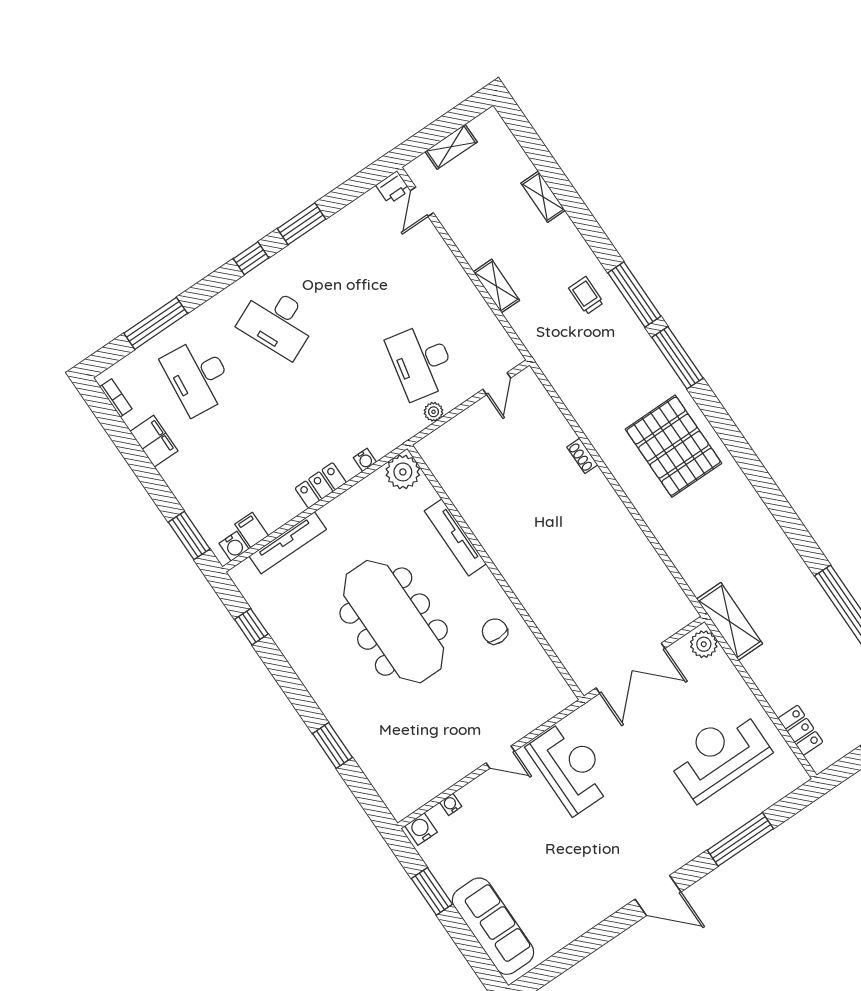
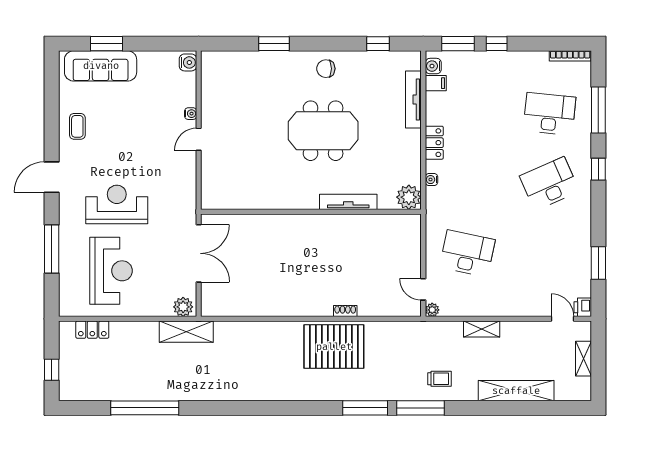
shelving: (543, 197) -> (516, 391), width x2.20, depth x1.33
window: (302, 224) -> (598, 263), moved
window: (251, 258) -> (598, 169), moved
bookcase: (116, 398) -> (570, 56), width x1.56
plant: (434, 412) -> (432, 310), moved
filing cabinet: (154, 441) -> (529, 61), removed
pallet: (673, 446) -> (334, 347), moved
window: (159, 491) -> (497, 44), added
meeting table: (394, 622) -> (323, 131), width x0.73
chair: (495, 631) -> (326, 69), moved, turned 180
double door: (631, 668) -> (199, 253), swing flipped
reception desk: (571, 767) -> (117, 204), moved, turned 180
water cooler: (451, 804) -> (191, 114), moved
window: (432, 891) -> (106, 44), moved
coffee table: (580, 906) -> (77, 126), added

